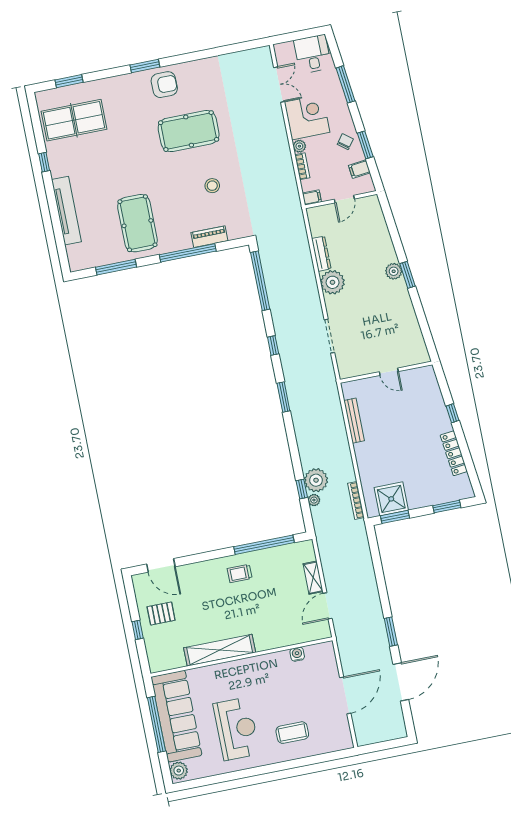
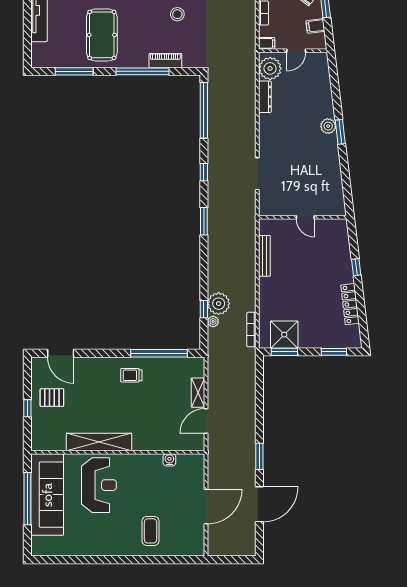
plant: (333, 282) -> (270, 68), moved
reception desk: (236, 729) -> (99, 485), moved
coffee table: (292, 733) -> (151, 531), turned 90
plant: (179, 771) -> (39, 545), removed

